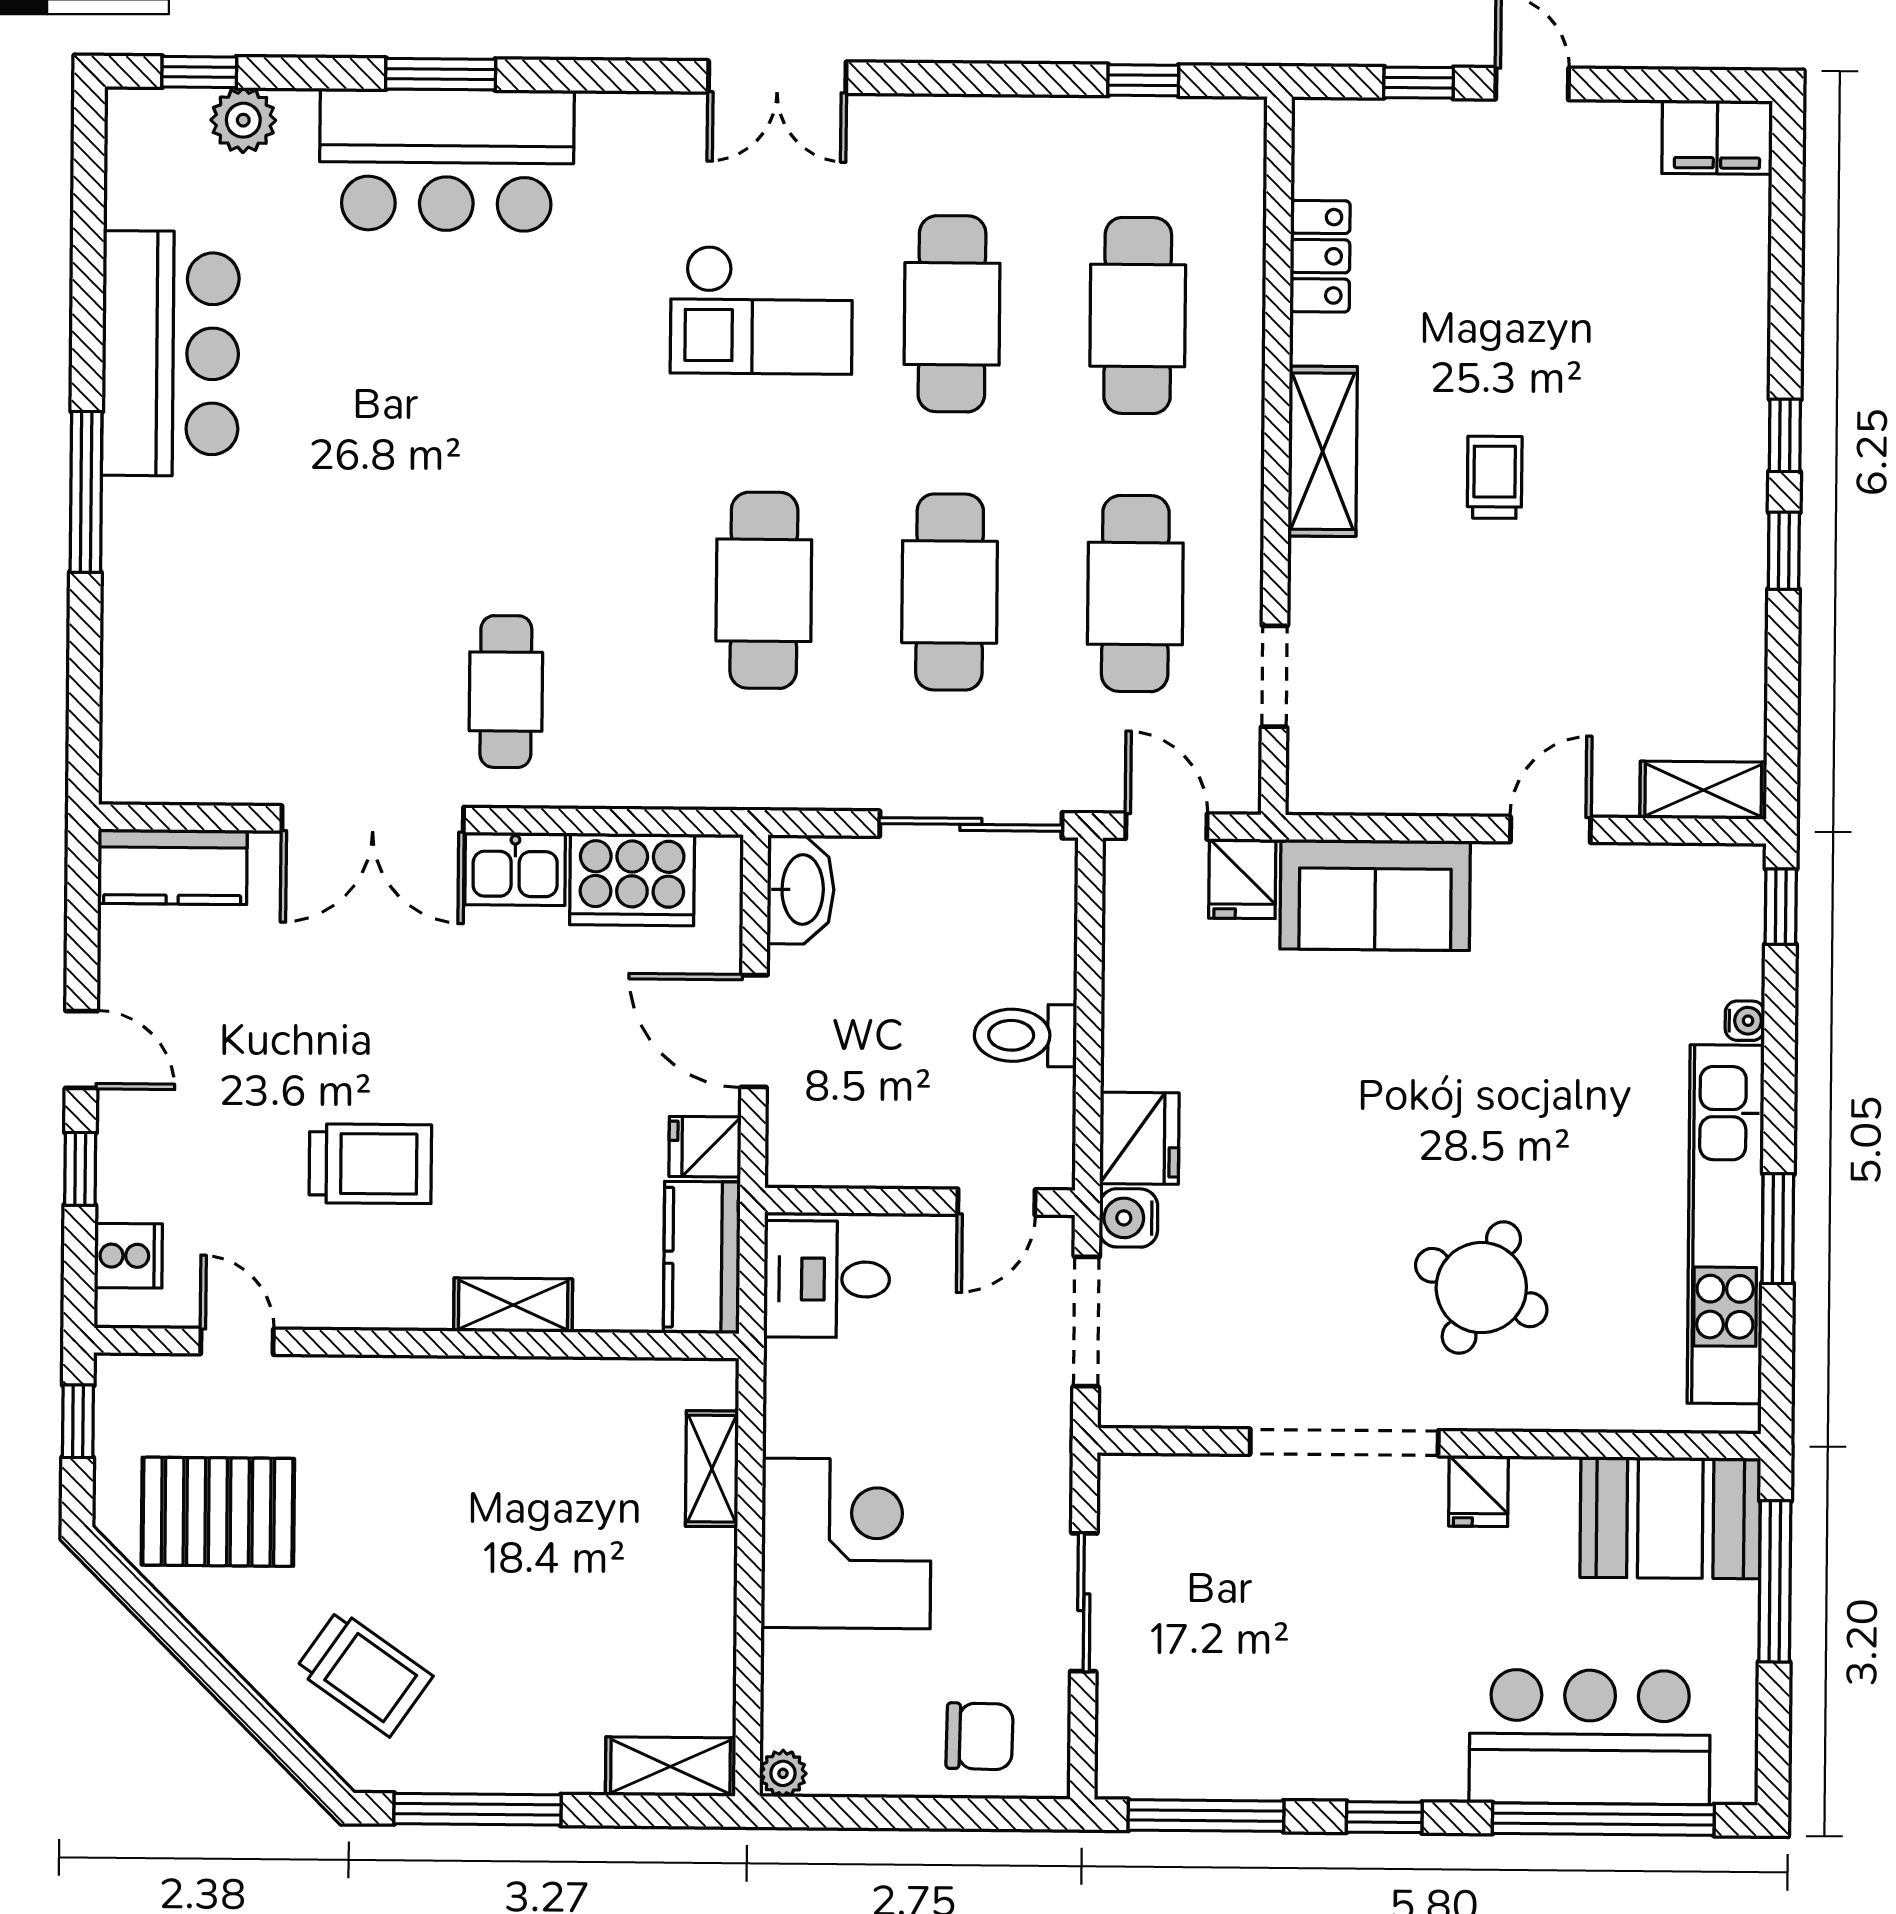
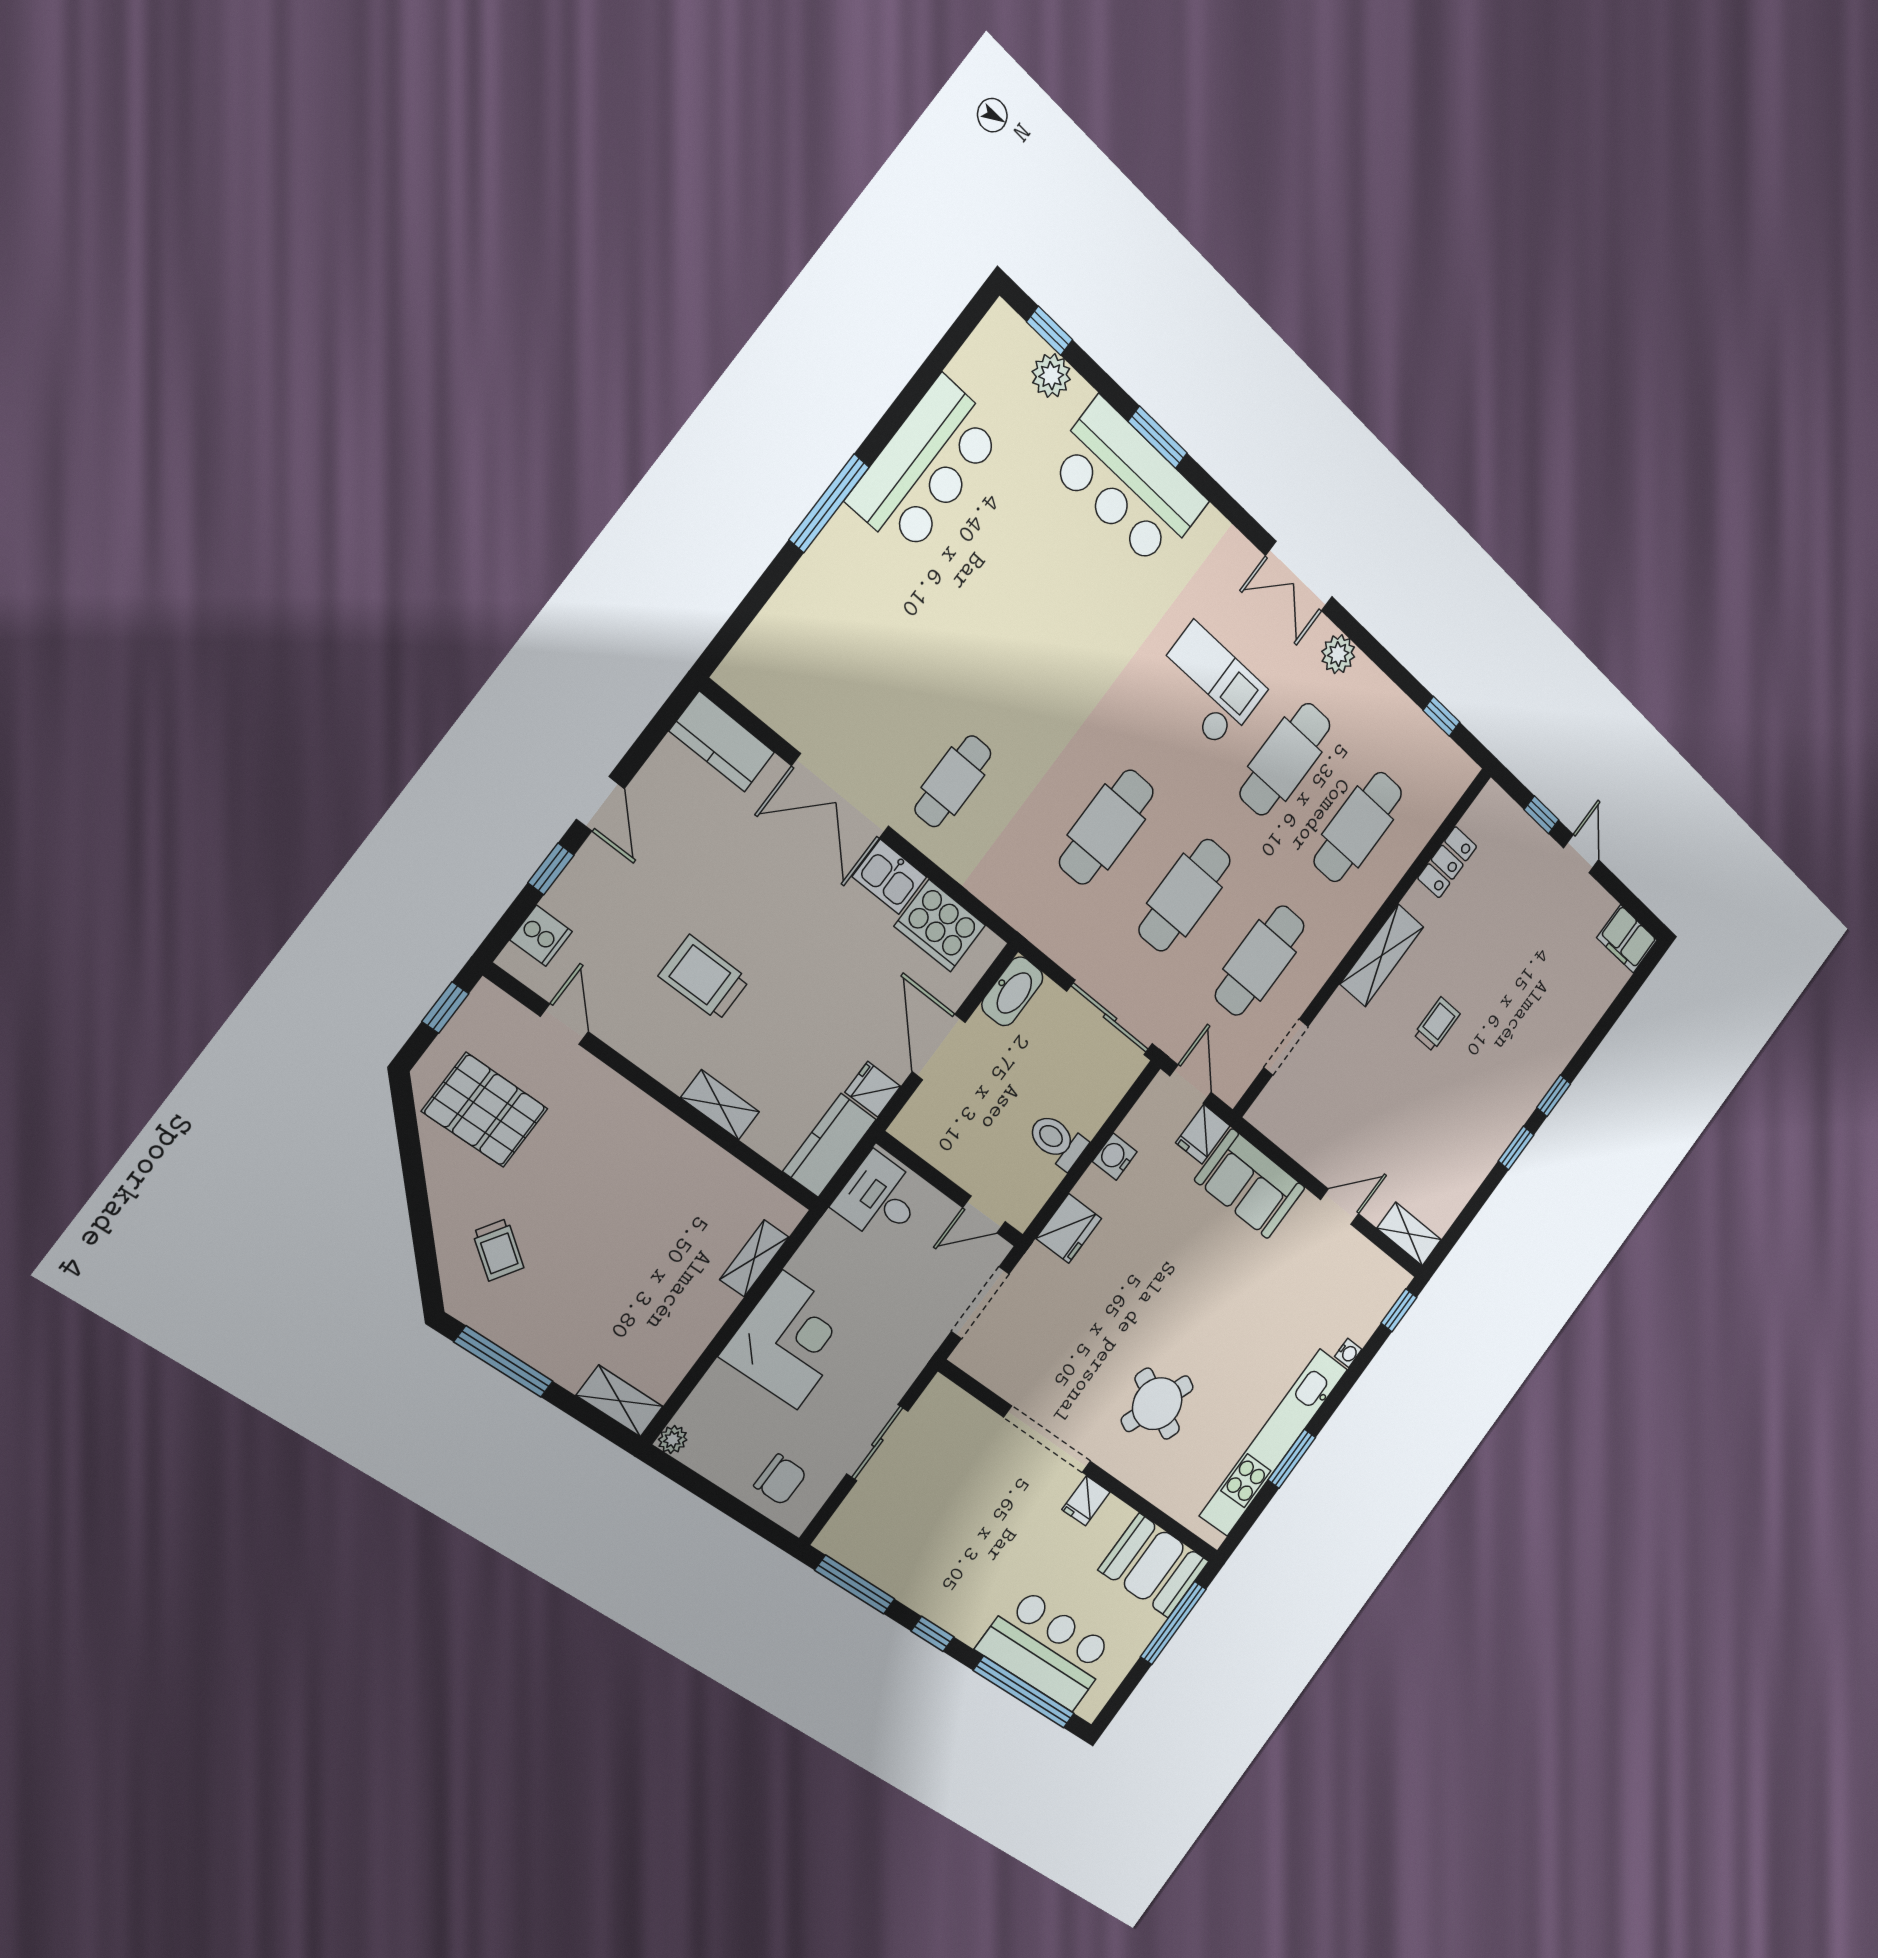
plant: (917, 125) -> (1338, 654), added
checkout: (761, 310) -> (1208, 686), turned 180
trolley: (370, 1164) -> (704, 978), turned 180
water cooler: (1128, 1218) -> (1115, 1157), moved
trolley: (364, 1673) -> (498, 1250), width x0.73, depth x0.72

